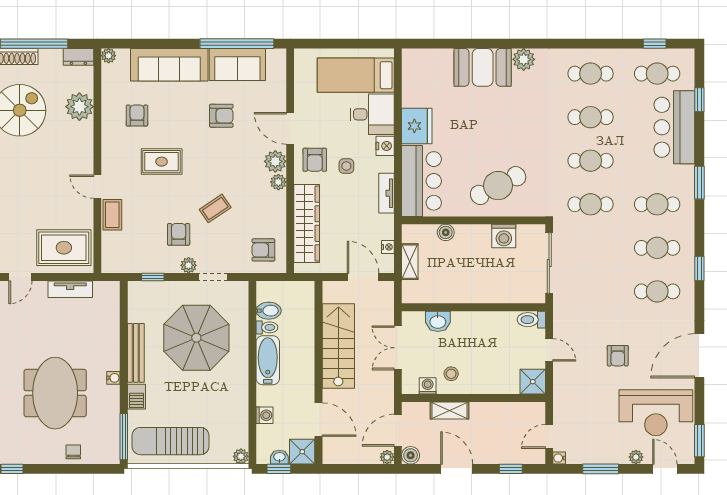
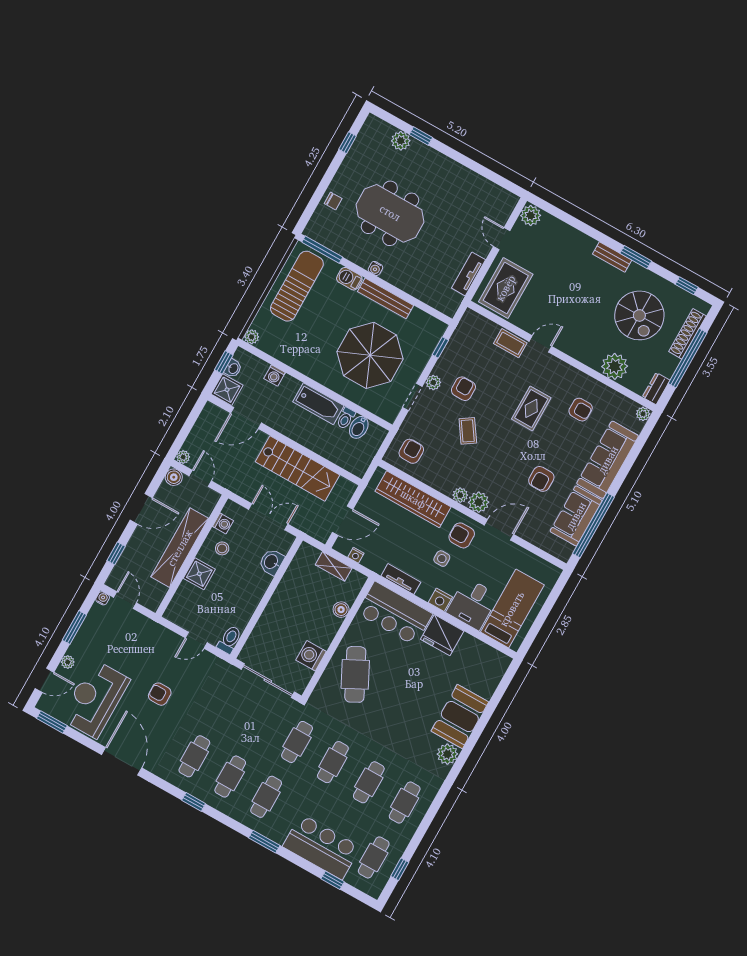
armchair: (179, 234) -> (463, 389), turned -90
shower: (533, 382) -> (199, 574), moved
shelving: (449, 410) -> (180, 548), width x2.20, depth x1.33
door: (398, 430) -> (200, 478), width x0.73

